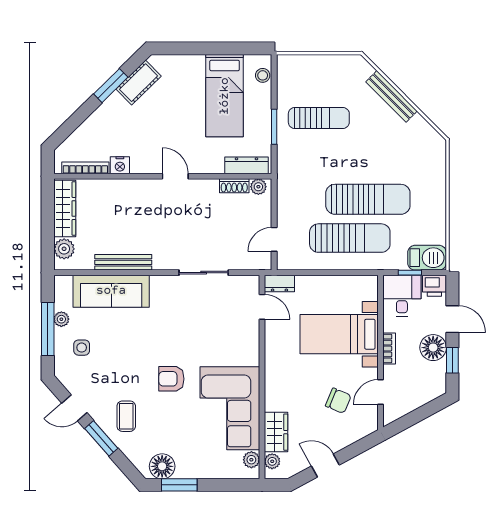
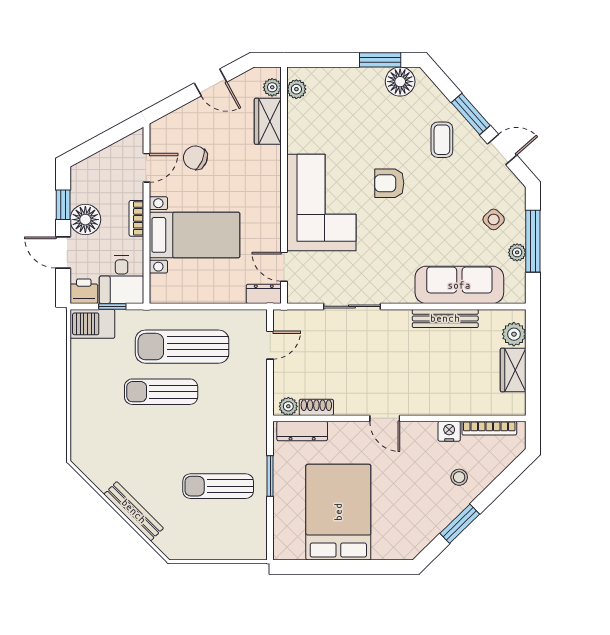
stool: (263, 75) -> (459, 477), moved
cot: (139, 83) -> (428, 527), removed
bed: (225, 96) -> (338, 512), width x1.50
sun lounger: (368, 199) -> (161, 392), width x0.73, depth x0.75
wardrobe: (65, 208) -> (513, 370), width x0.67
side table: (82, 348) -> (494, 219), turned 45
armchair: (171, 379) -> (389, 183), turned 180
corner sofa: (230, 408) -> (321, 203), moved

